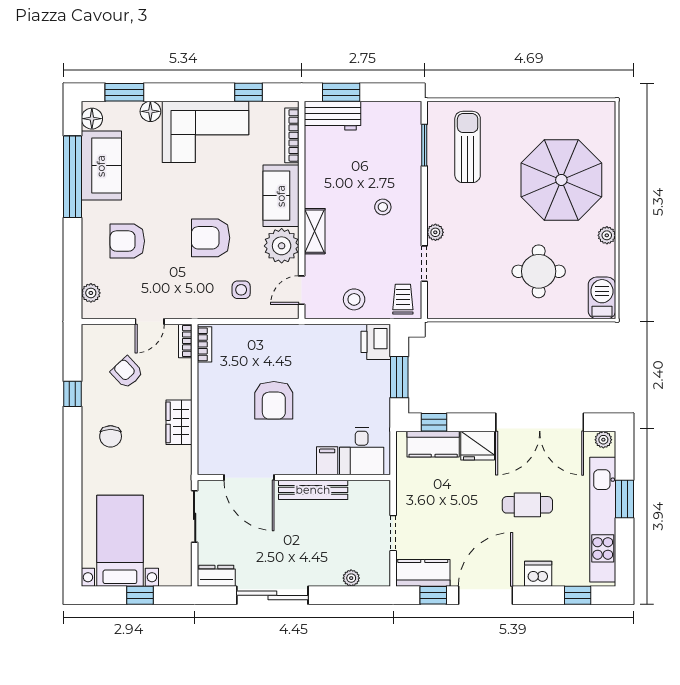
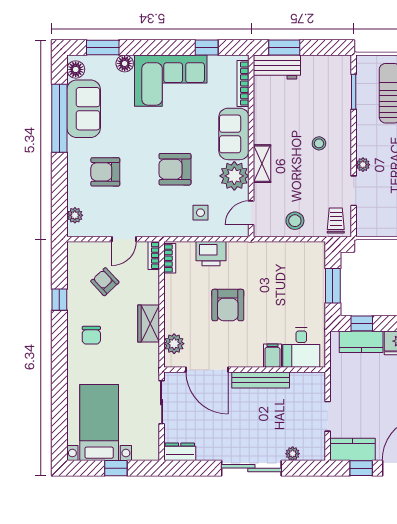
printer: (376, 342) -> (211, 254), moved, turned -90
plant: (209, 446) -> (174, 344), added
sliding door: (272, 595) -> (251, 468), moved

